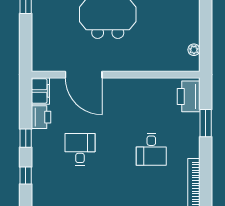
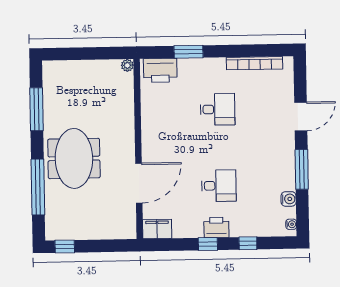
plant: (194, 50) -> (127, 65), moved
printer: (41, 117) -> (216, 227), moved
desk: (80, 149) -> (219, 186), turned 180

